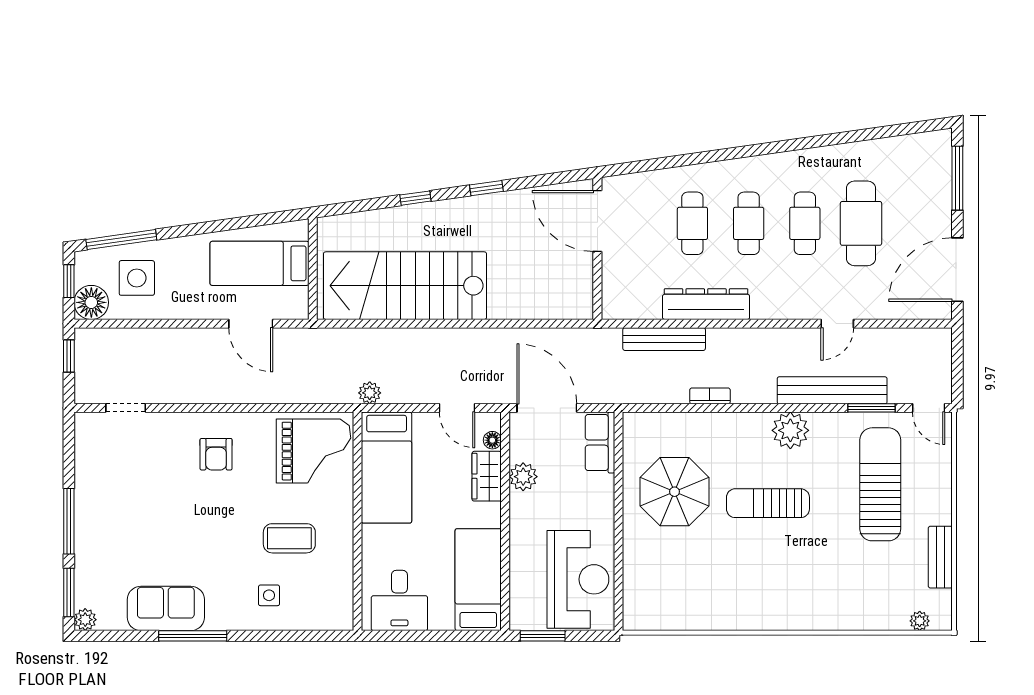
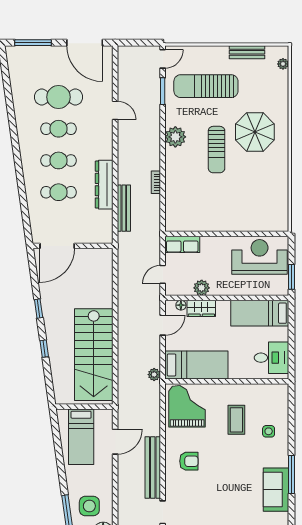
bench: (832, 390) -> (153, 467), moved
door: (547, 408) -> (163, 274), width x0.53
parasol: (675, 492) -> (255, 132), moved

